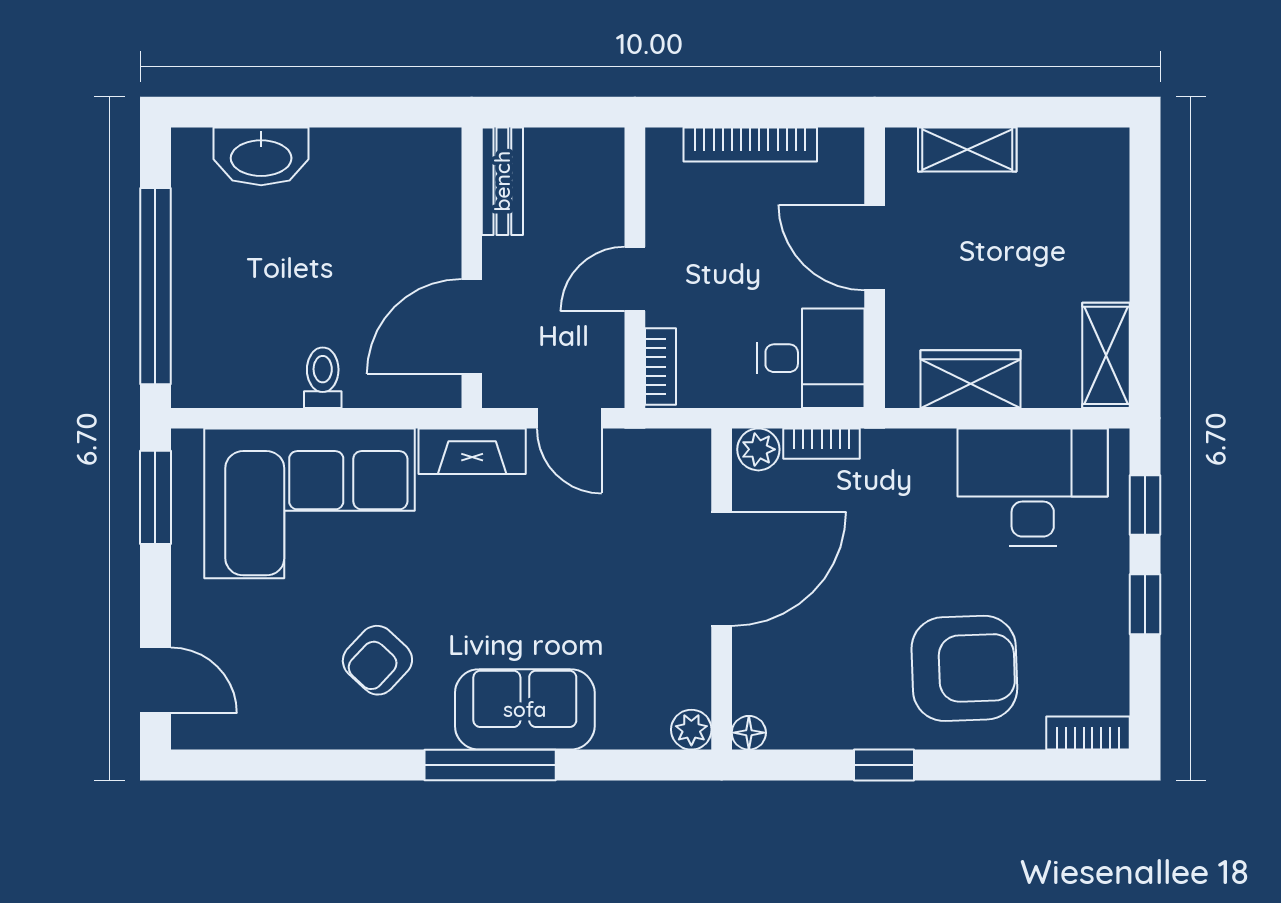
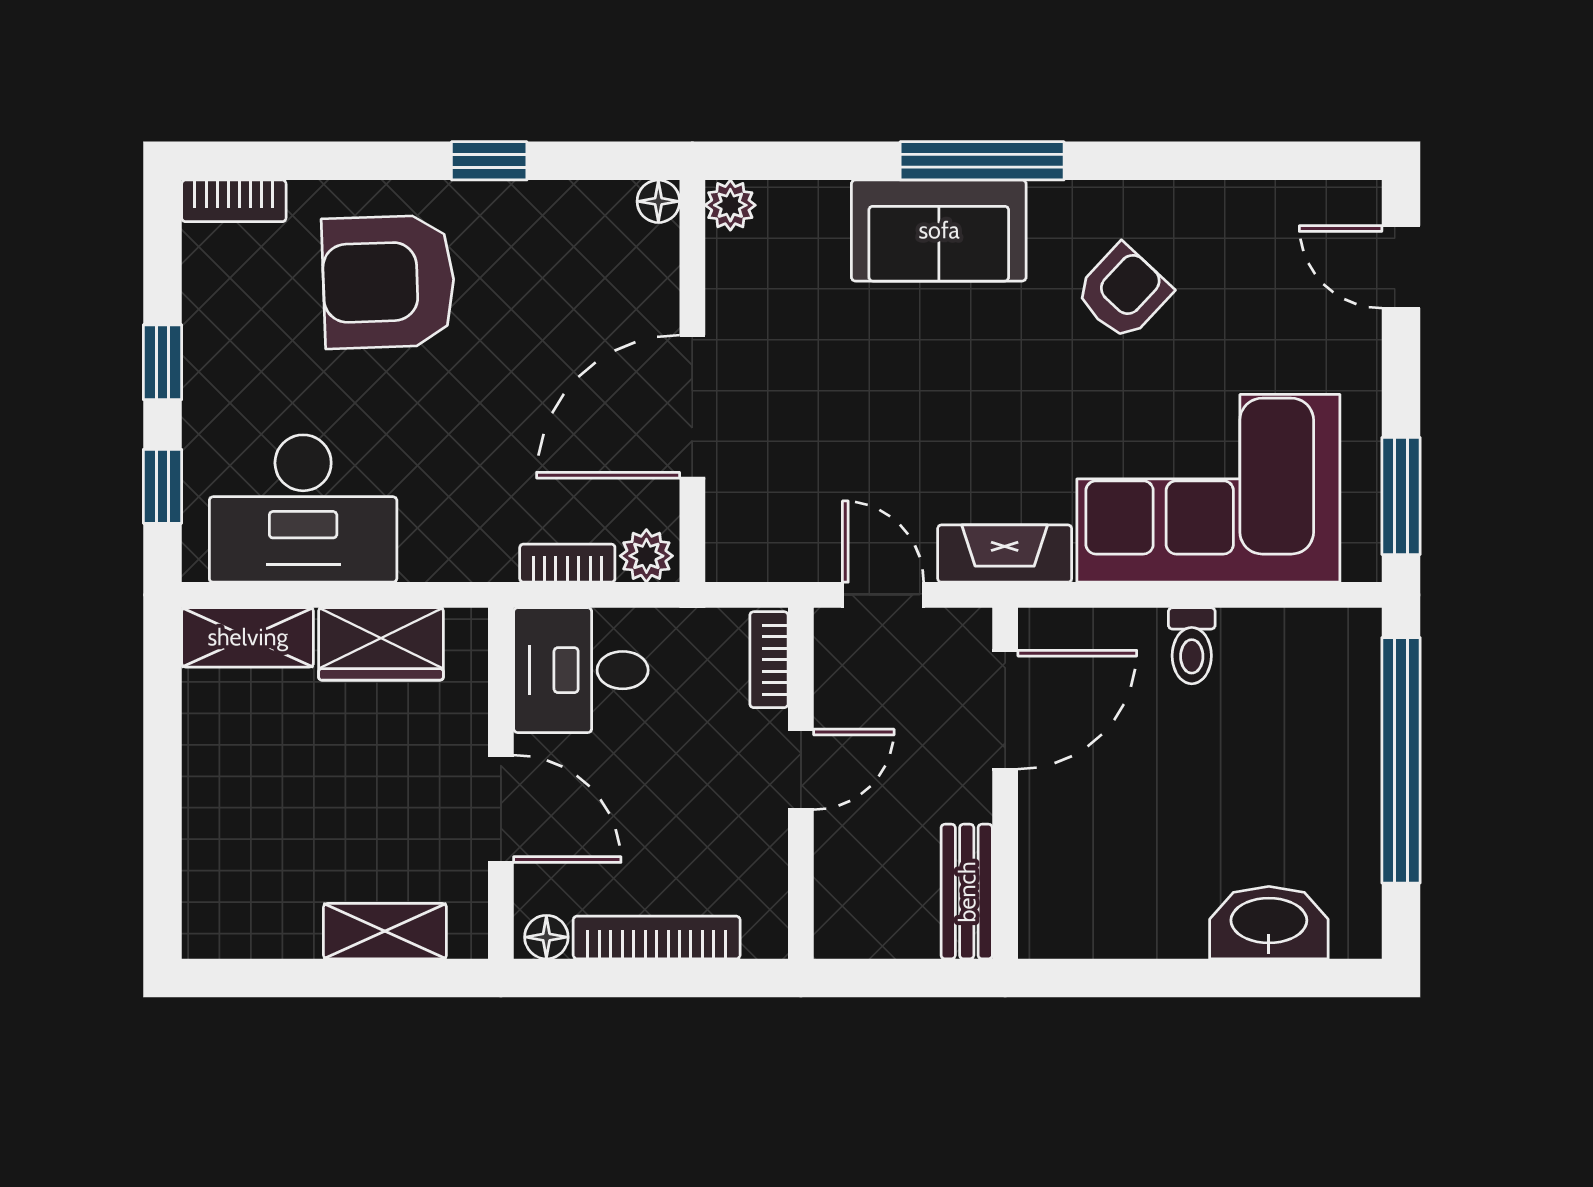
floor lamp: (838, 145) -> (546, 937), added
shelving: (1106, 355) -> (248, 637), moved, turned 90

